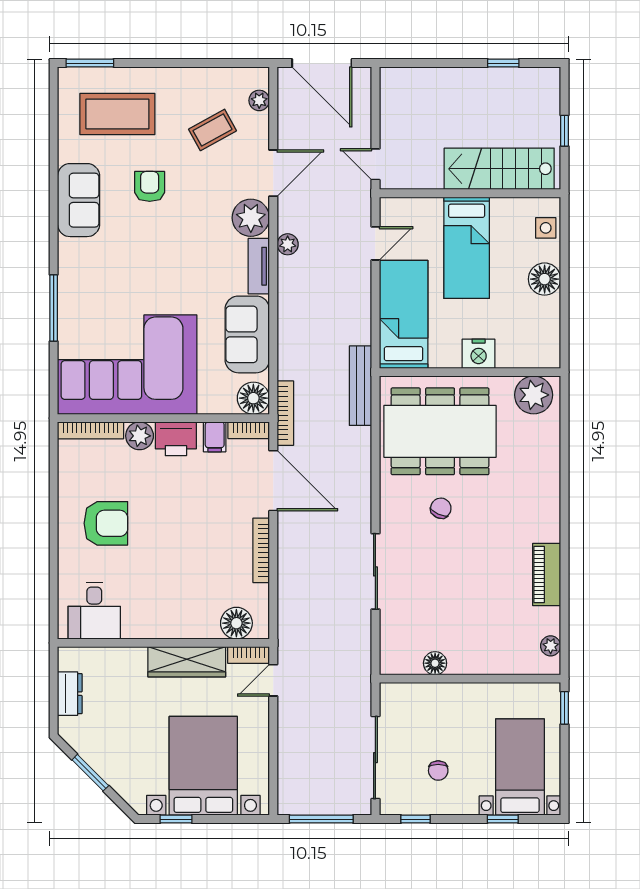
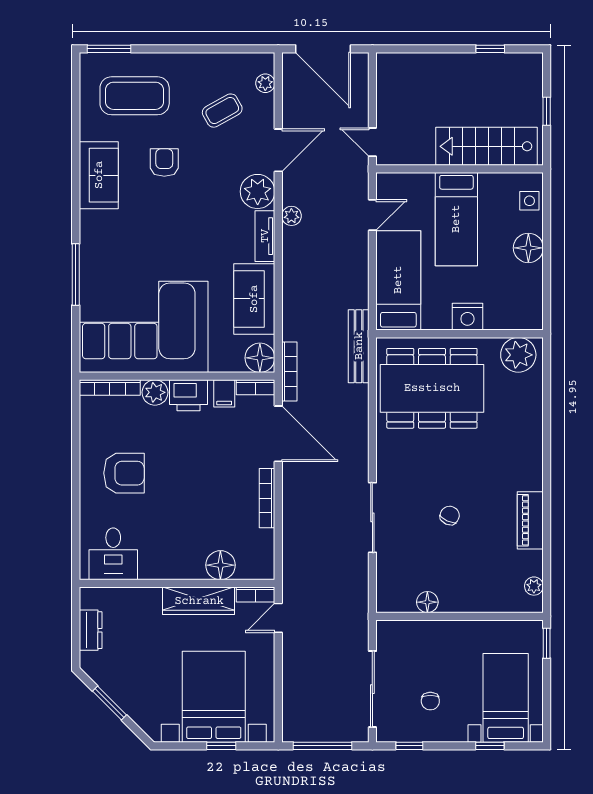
chair: (441, 508) -> (450, 516), moved
floor lamp: (236, 623) -> (220, 565), moved
window: (176, 819) -> (221, 746), moved

